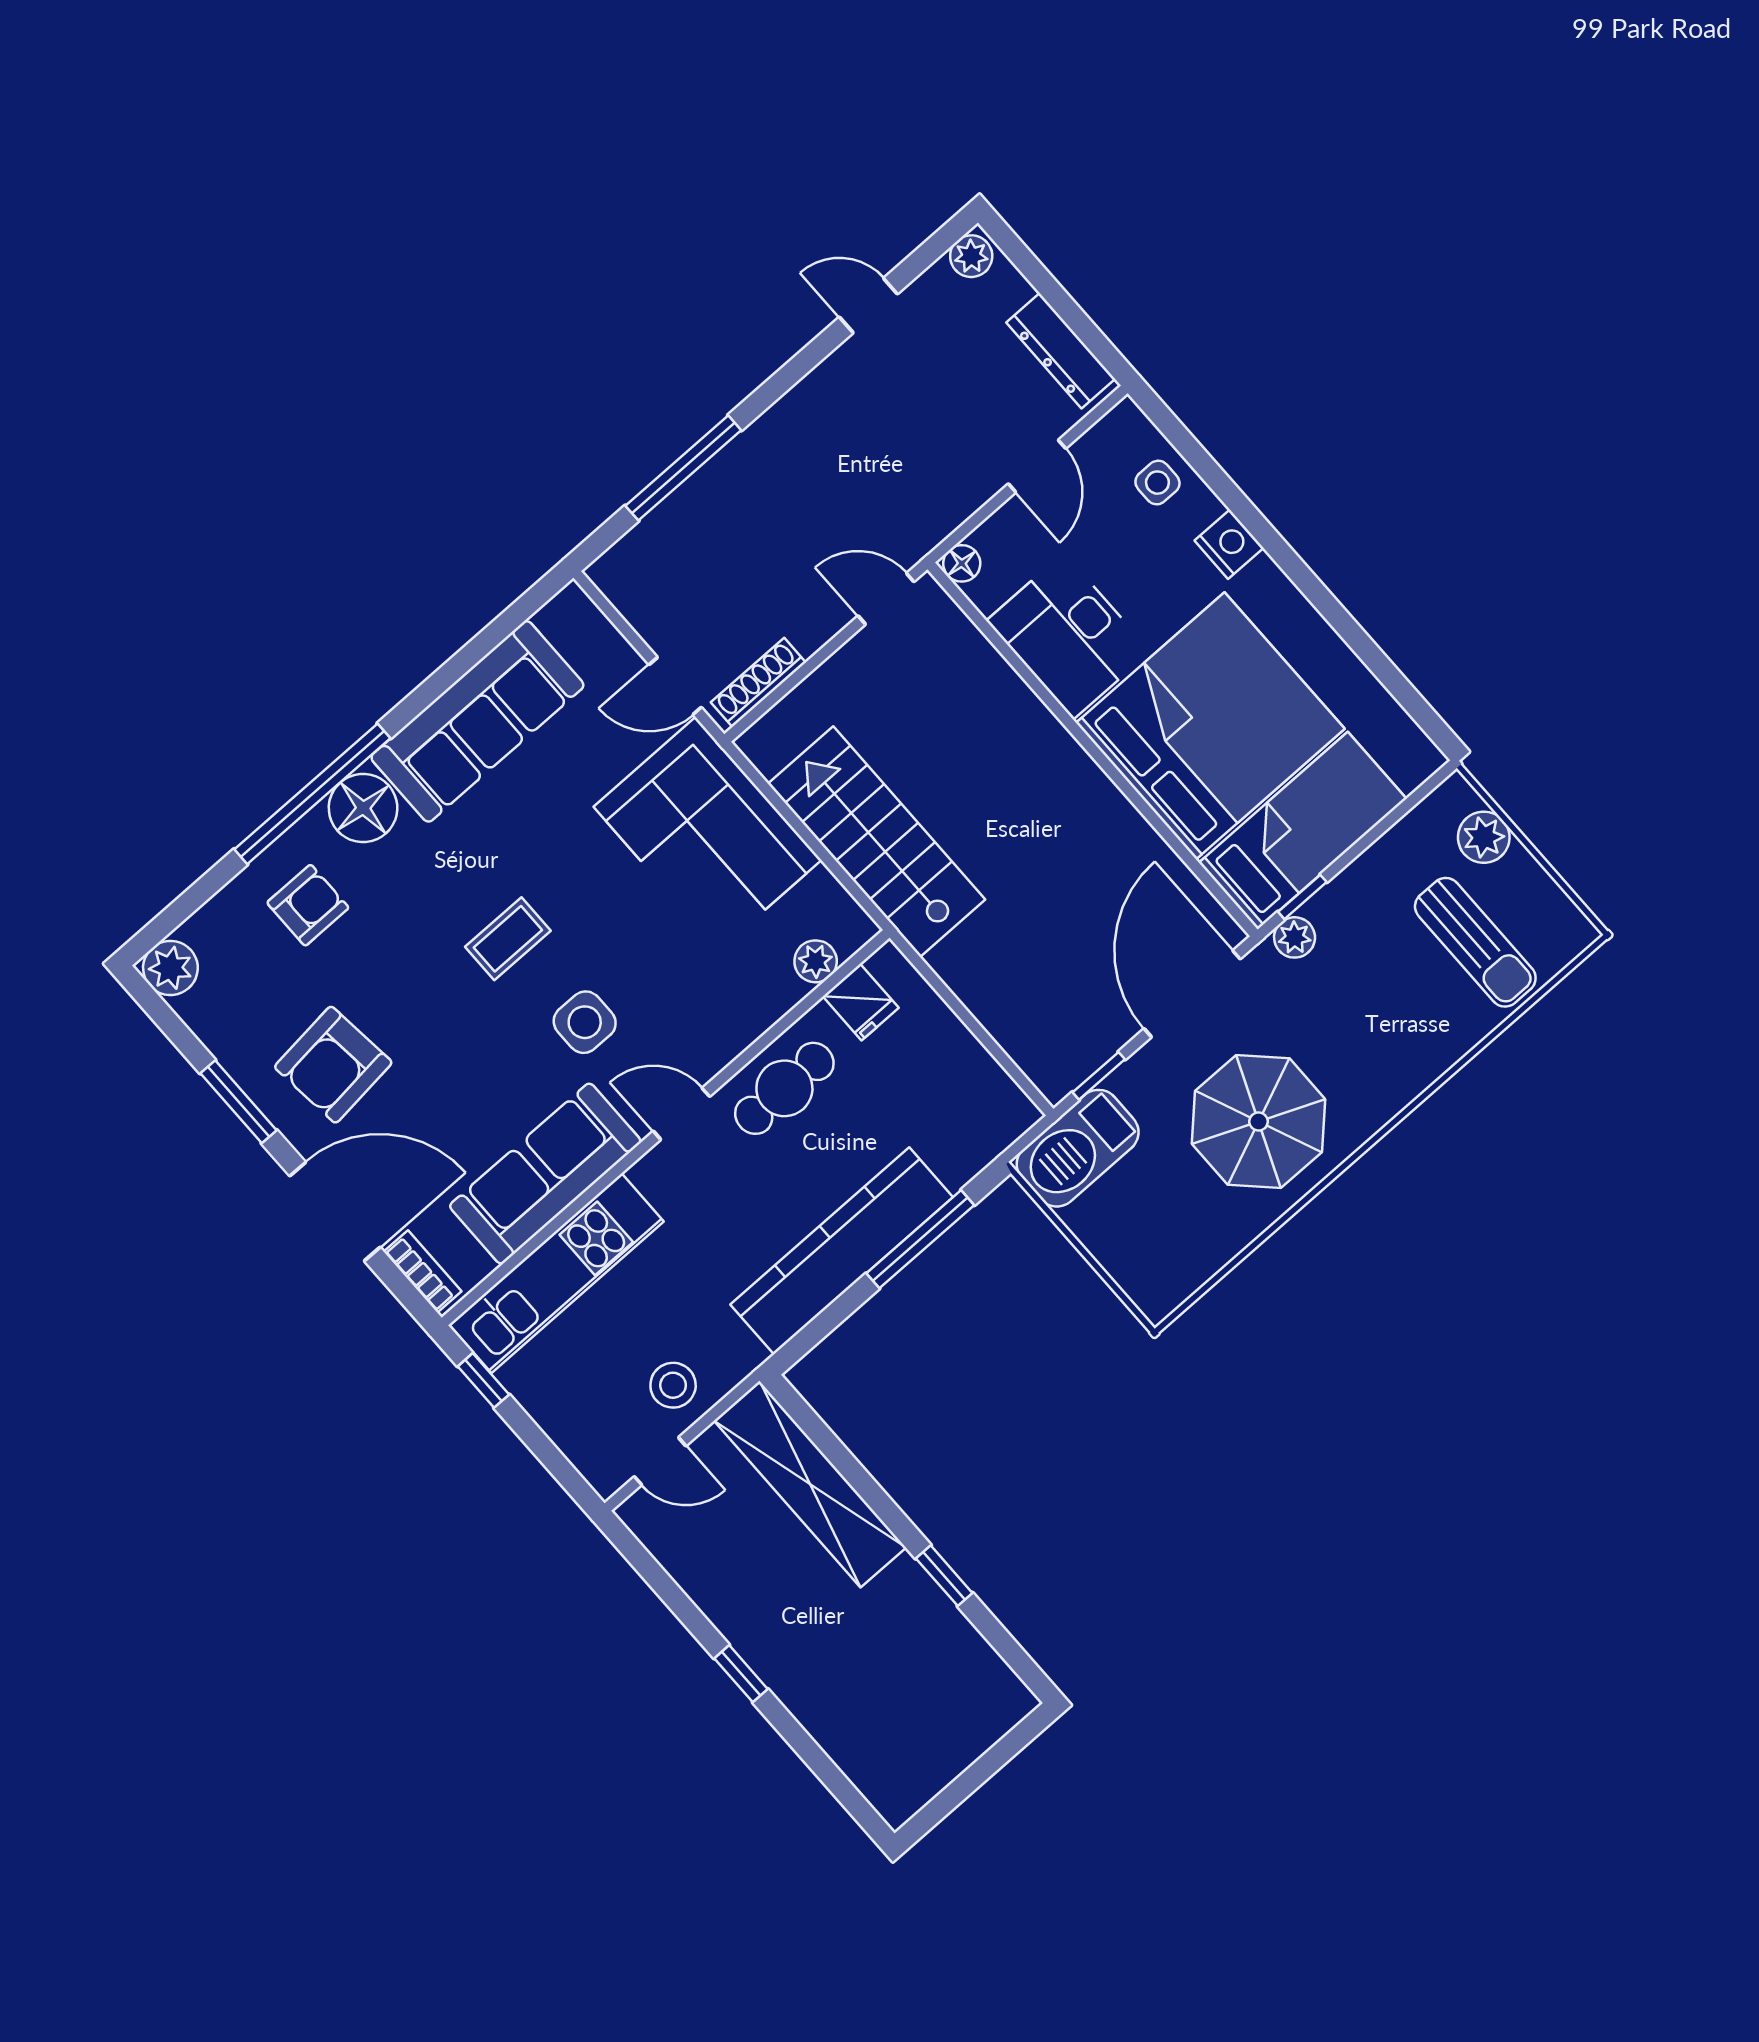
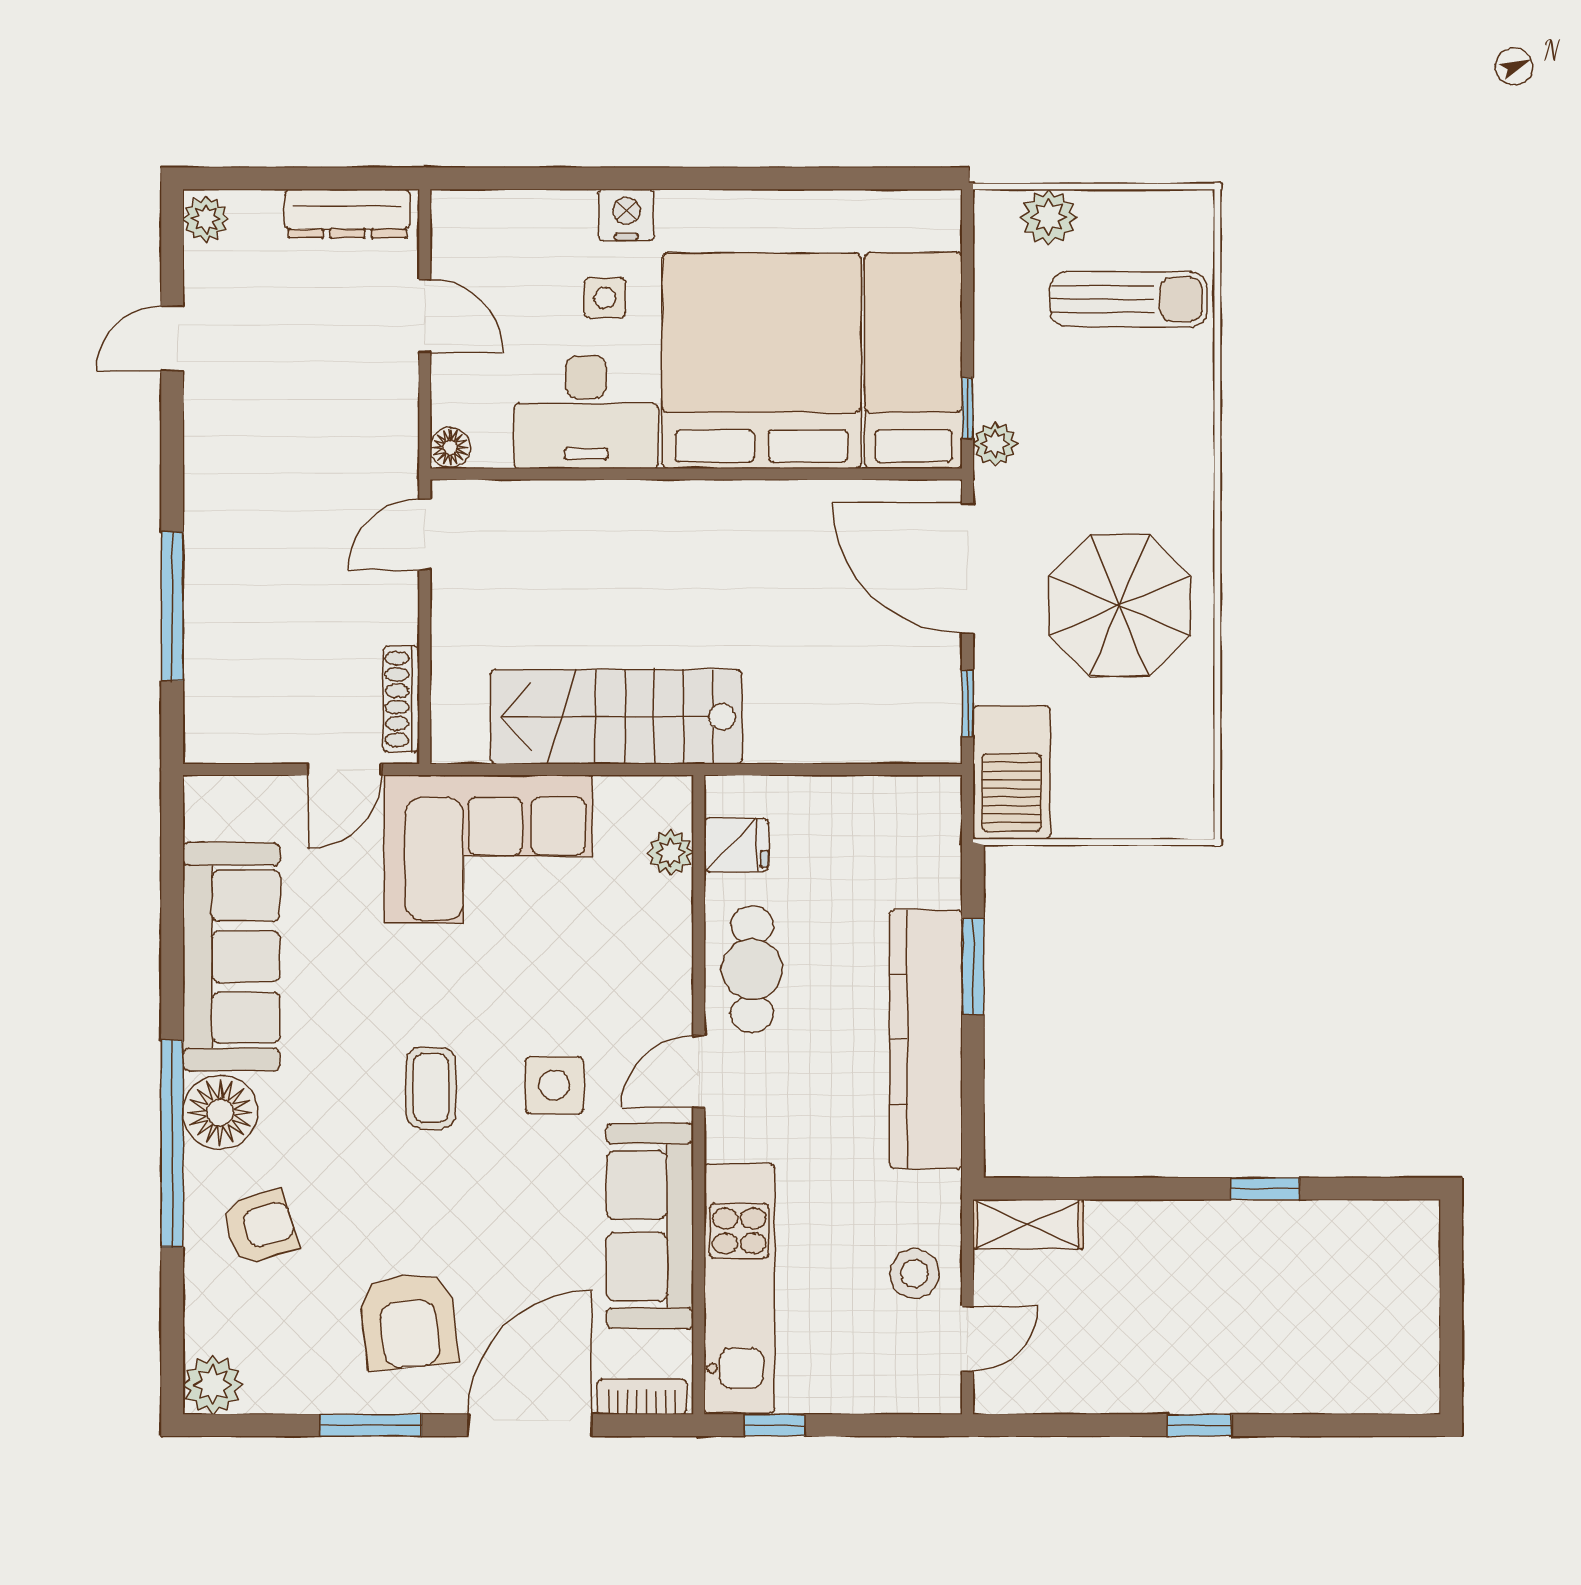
side table: (1157, 483) -> (605, 298), moved
armchair: (308, 905) -> (260, 1227), turned 73
window: (920, 1239) -> (973, 967), width x0.69
shelving: (810, 1484) -> (1028, 1224), width x0.45, depth x0.75

